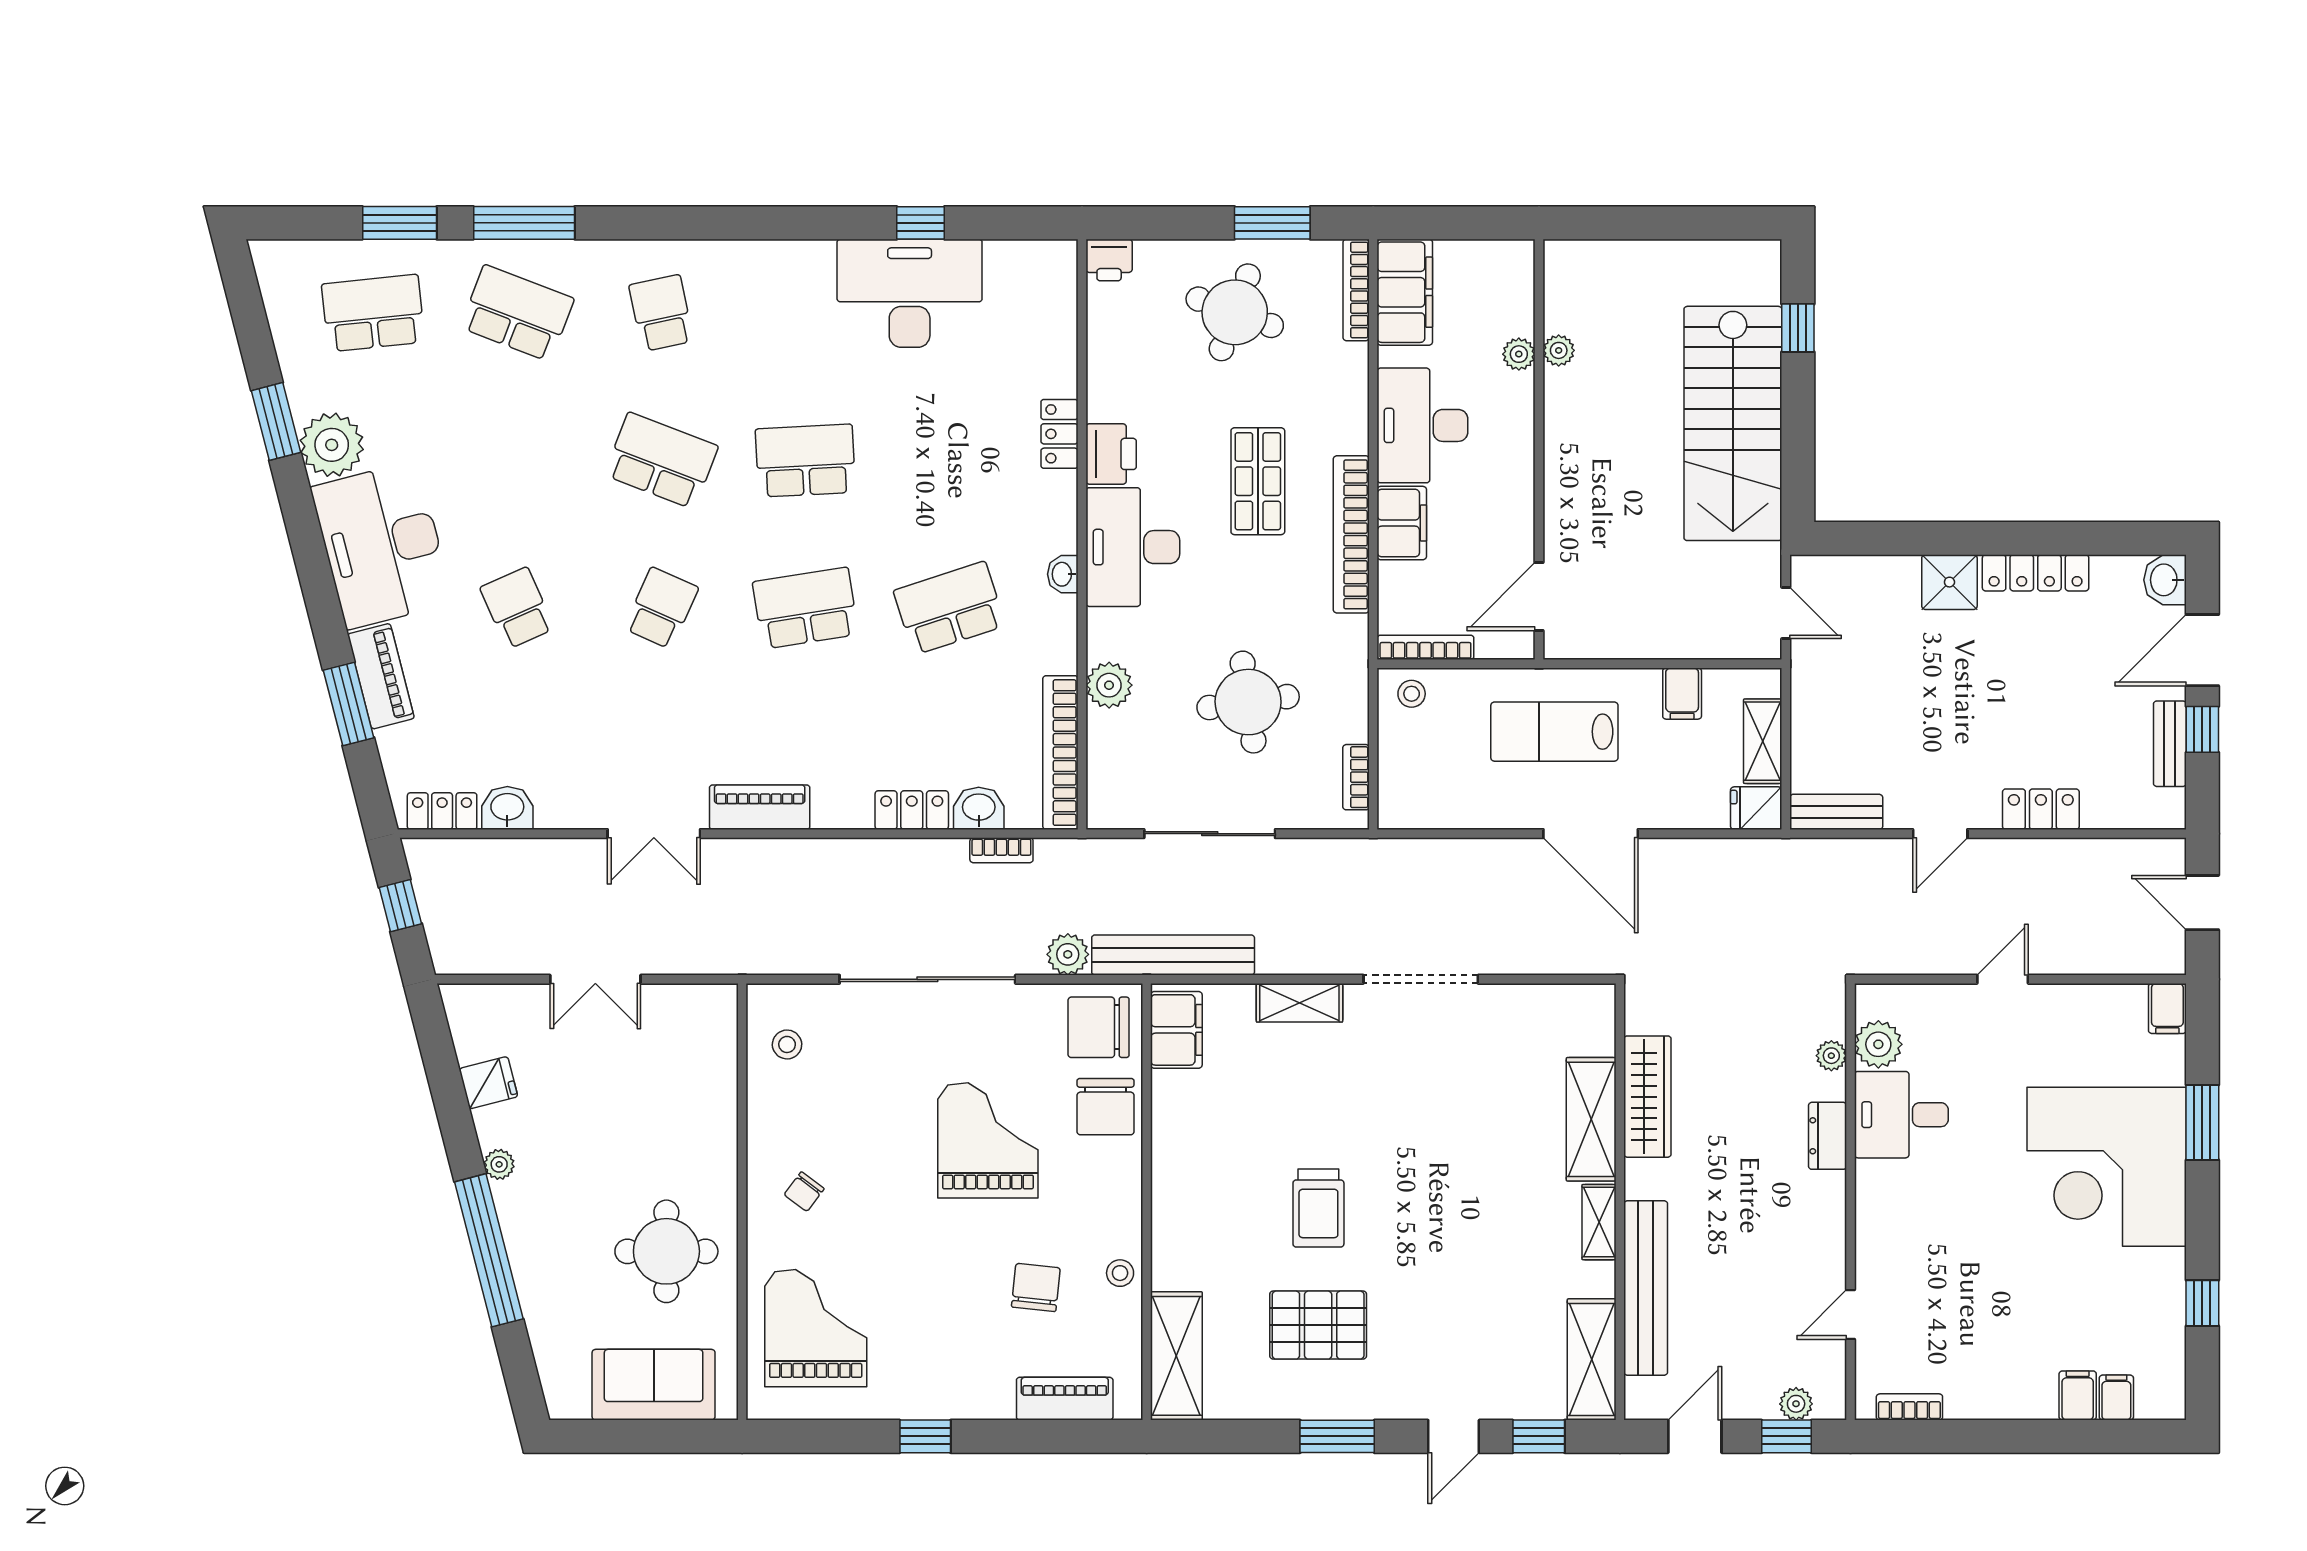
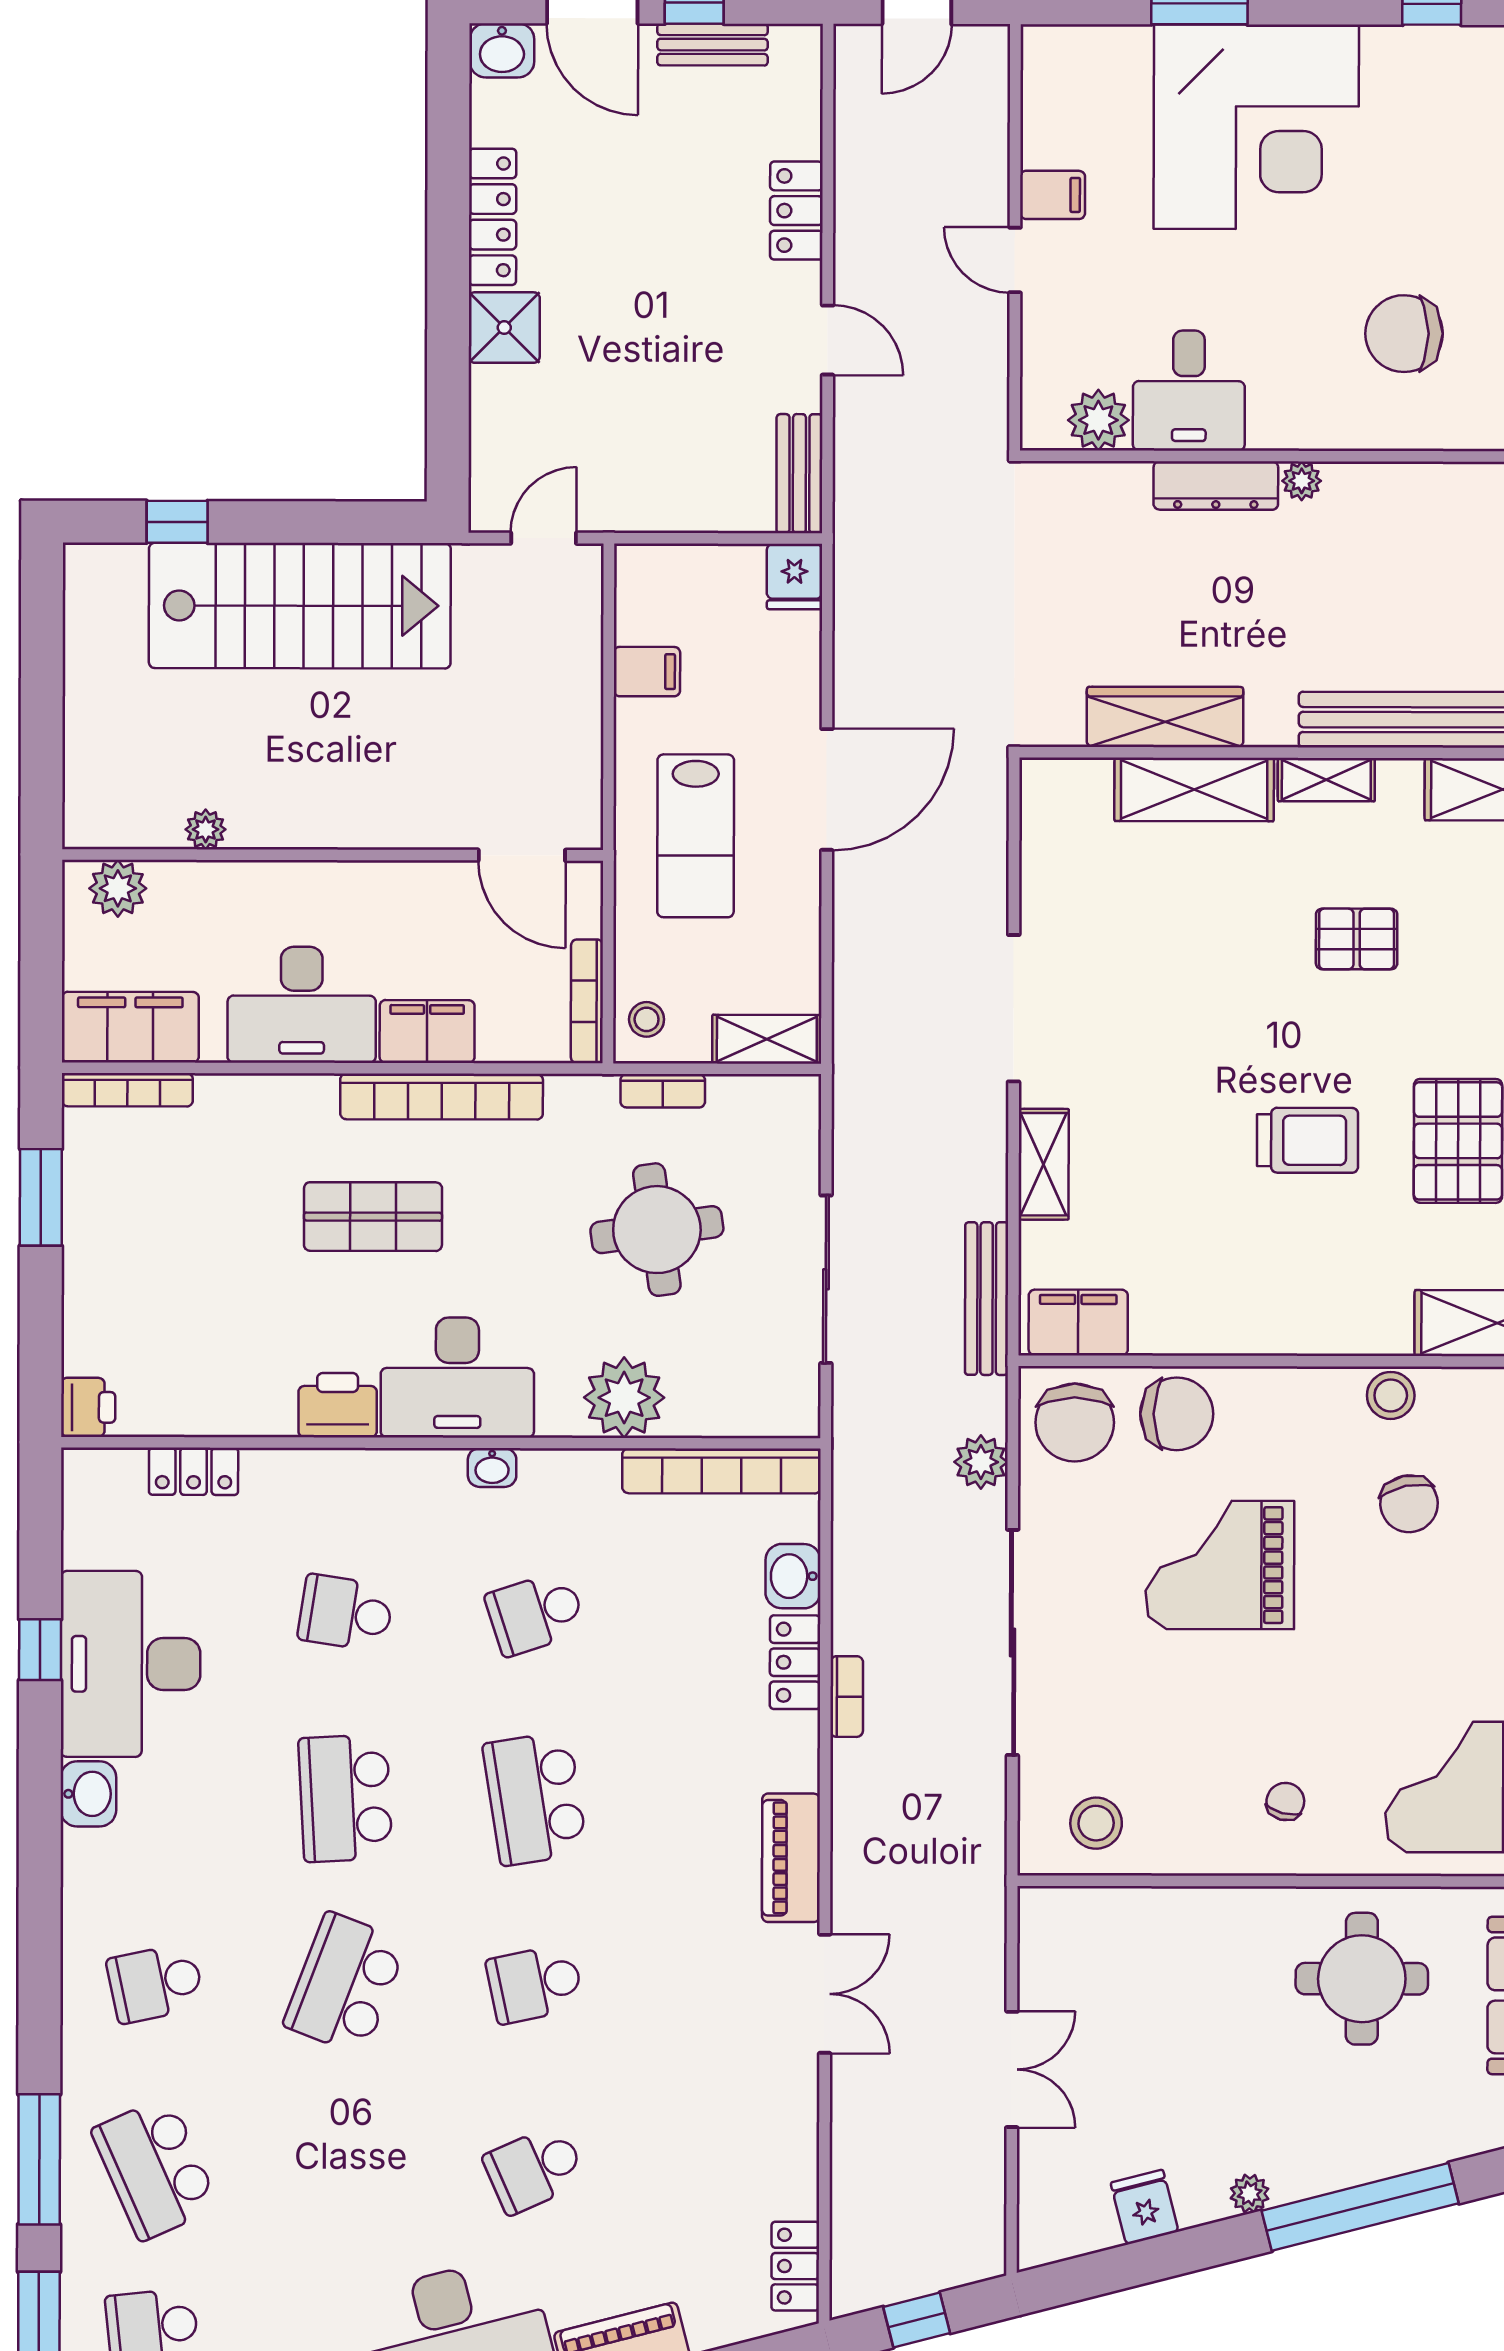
round table: (1235, 312) -> (156, 1246), removed
school desk: (517, 313) -> (155, 2168), turned -45
plant: (1519, 354) -> (118, 888), moved, width x1.38, depth x1.38
locker: (1059, 434) -> (194, 1471), moved
school desk: (950, 461) -> (346, 1613), added
school desk: (661, 608) -> (535, 1984), turned -36
school desk: (950, 608) -> (535, 1613), width x0.54
plant: (1109, 685) -> (624, 1398), width x1.36, depth x1.36
shelving: (1763, 741) -> (767, 1039), moved
bookcase: (1356, 777) -> (663, 1091), moved
washbasin: (507, 808) -> (88, 1794), moved, turned 180
bookcase: (1001, 850) -> (847, 1697), moved
bench: (1173, 955) -> (987, 1299), width x0.73, depth x0.82
filing cabinet: (2167, 1008) -> (1053, 195), moved
stool: (787, 1044) -> (1096, 1823), width x1.37, depth x1.37
plant: (1831, 1056) -> (1302, 481), moved
dresser: (1828, 1136) -> (1216, 486), width x1.44
chair: (804, 1192) -> (1285, 1802), turned -112
pallet: (1475, 1246) -> (1357, 939), added
stool: (1120, 1273) -> (1391, 1395), width x1.37, depth x1.37
chair: (1946, 1282) -> (1404, 334), added
chair: (1036, 1287) -> (1409, 1504), turned -108
door: (1850, 1314) -> (1446, 456), removed

